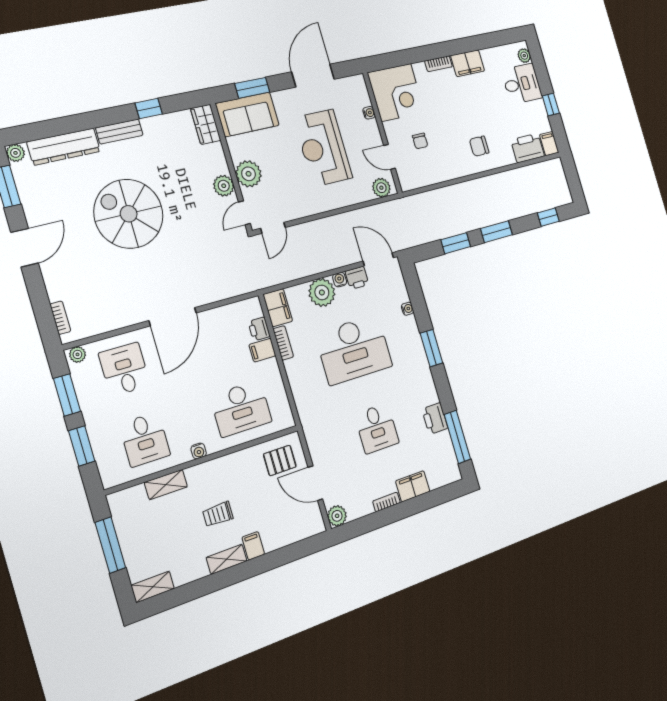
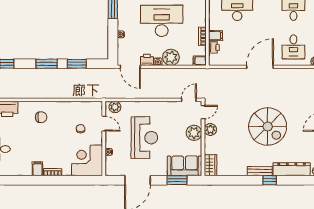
filing cabinet: (468, 63) -> (37, 169), width x0.50
window: (149, 108) -> (270, 180), moved
filing cabinet: (278, 308) -> (200, 61), width x0.50

